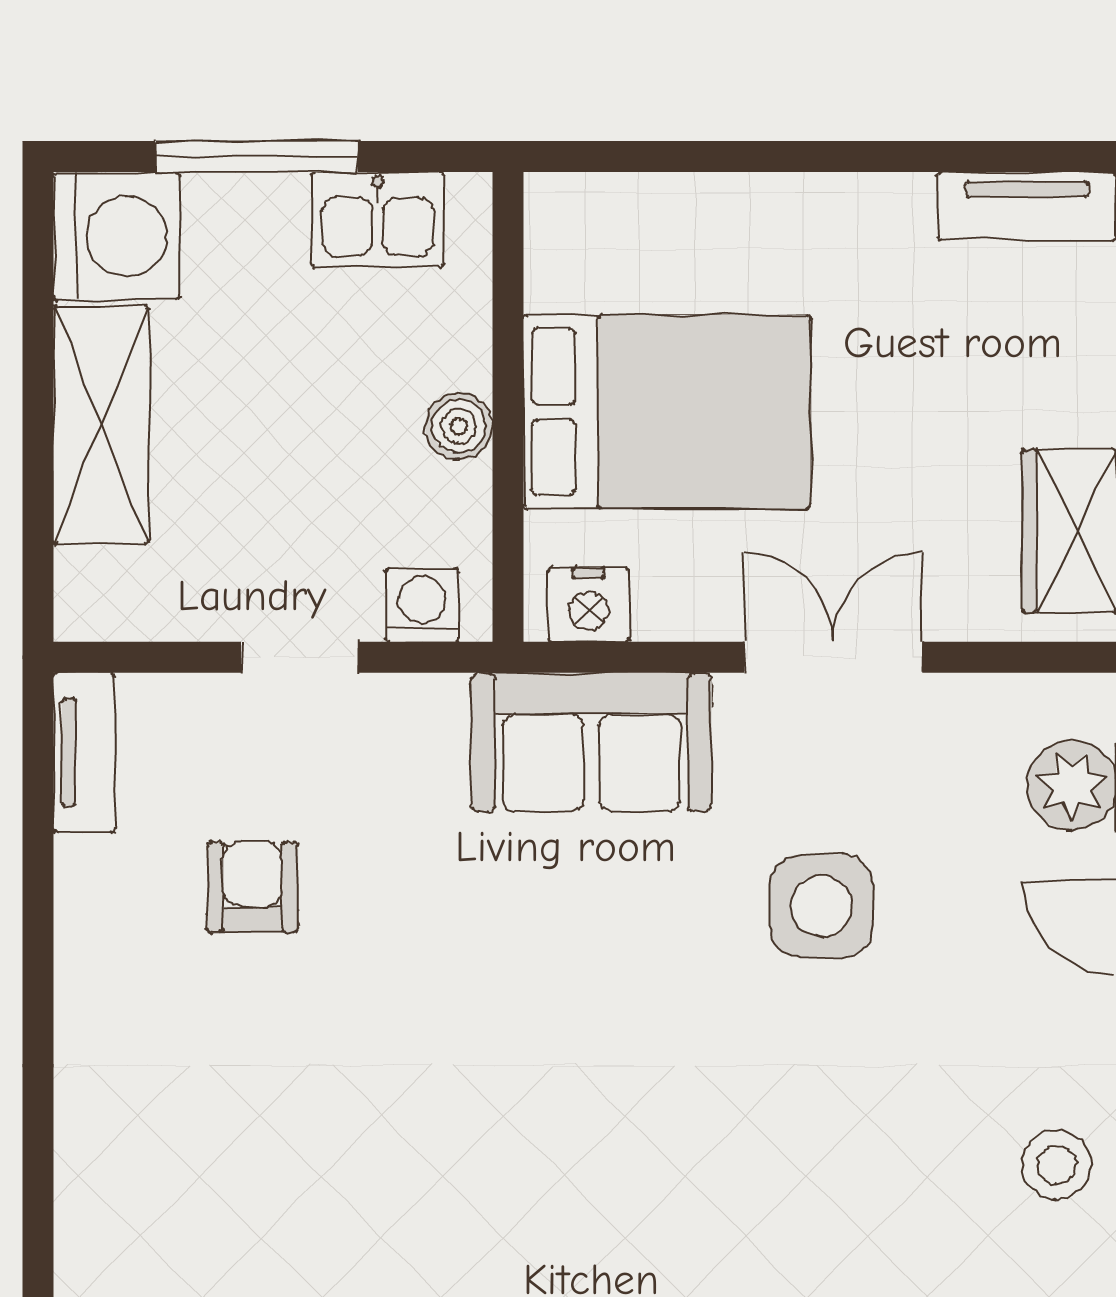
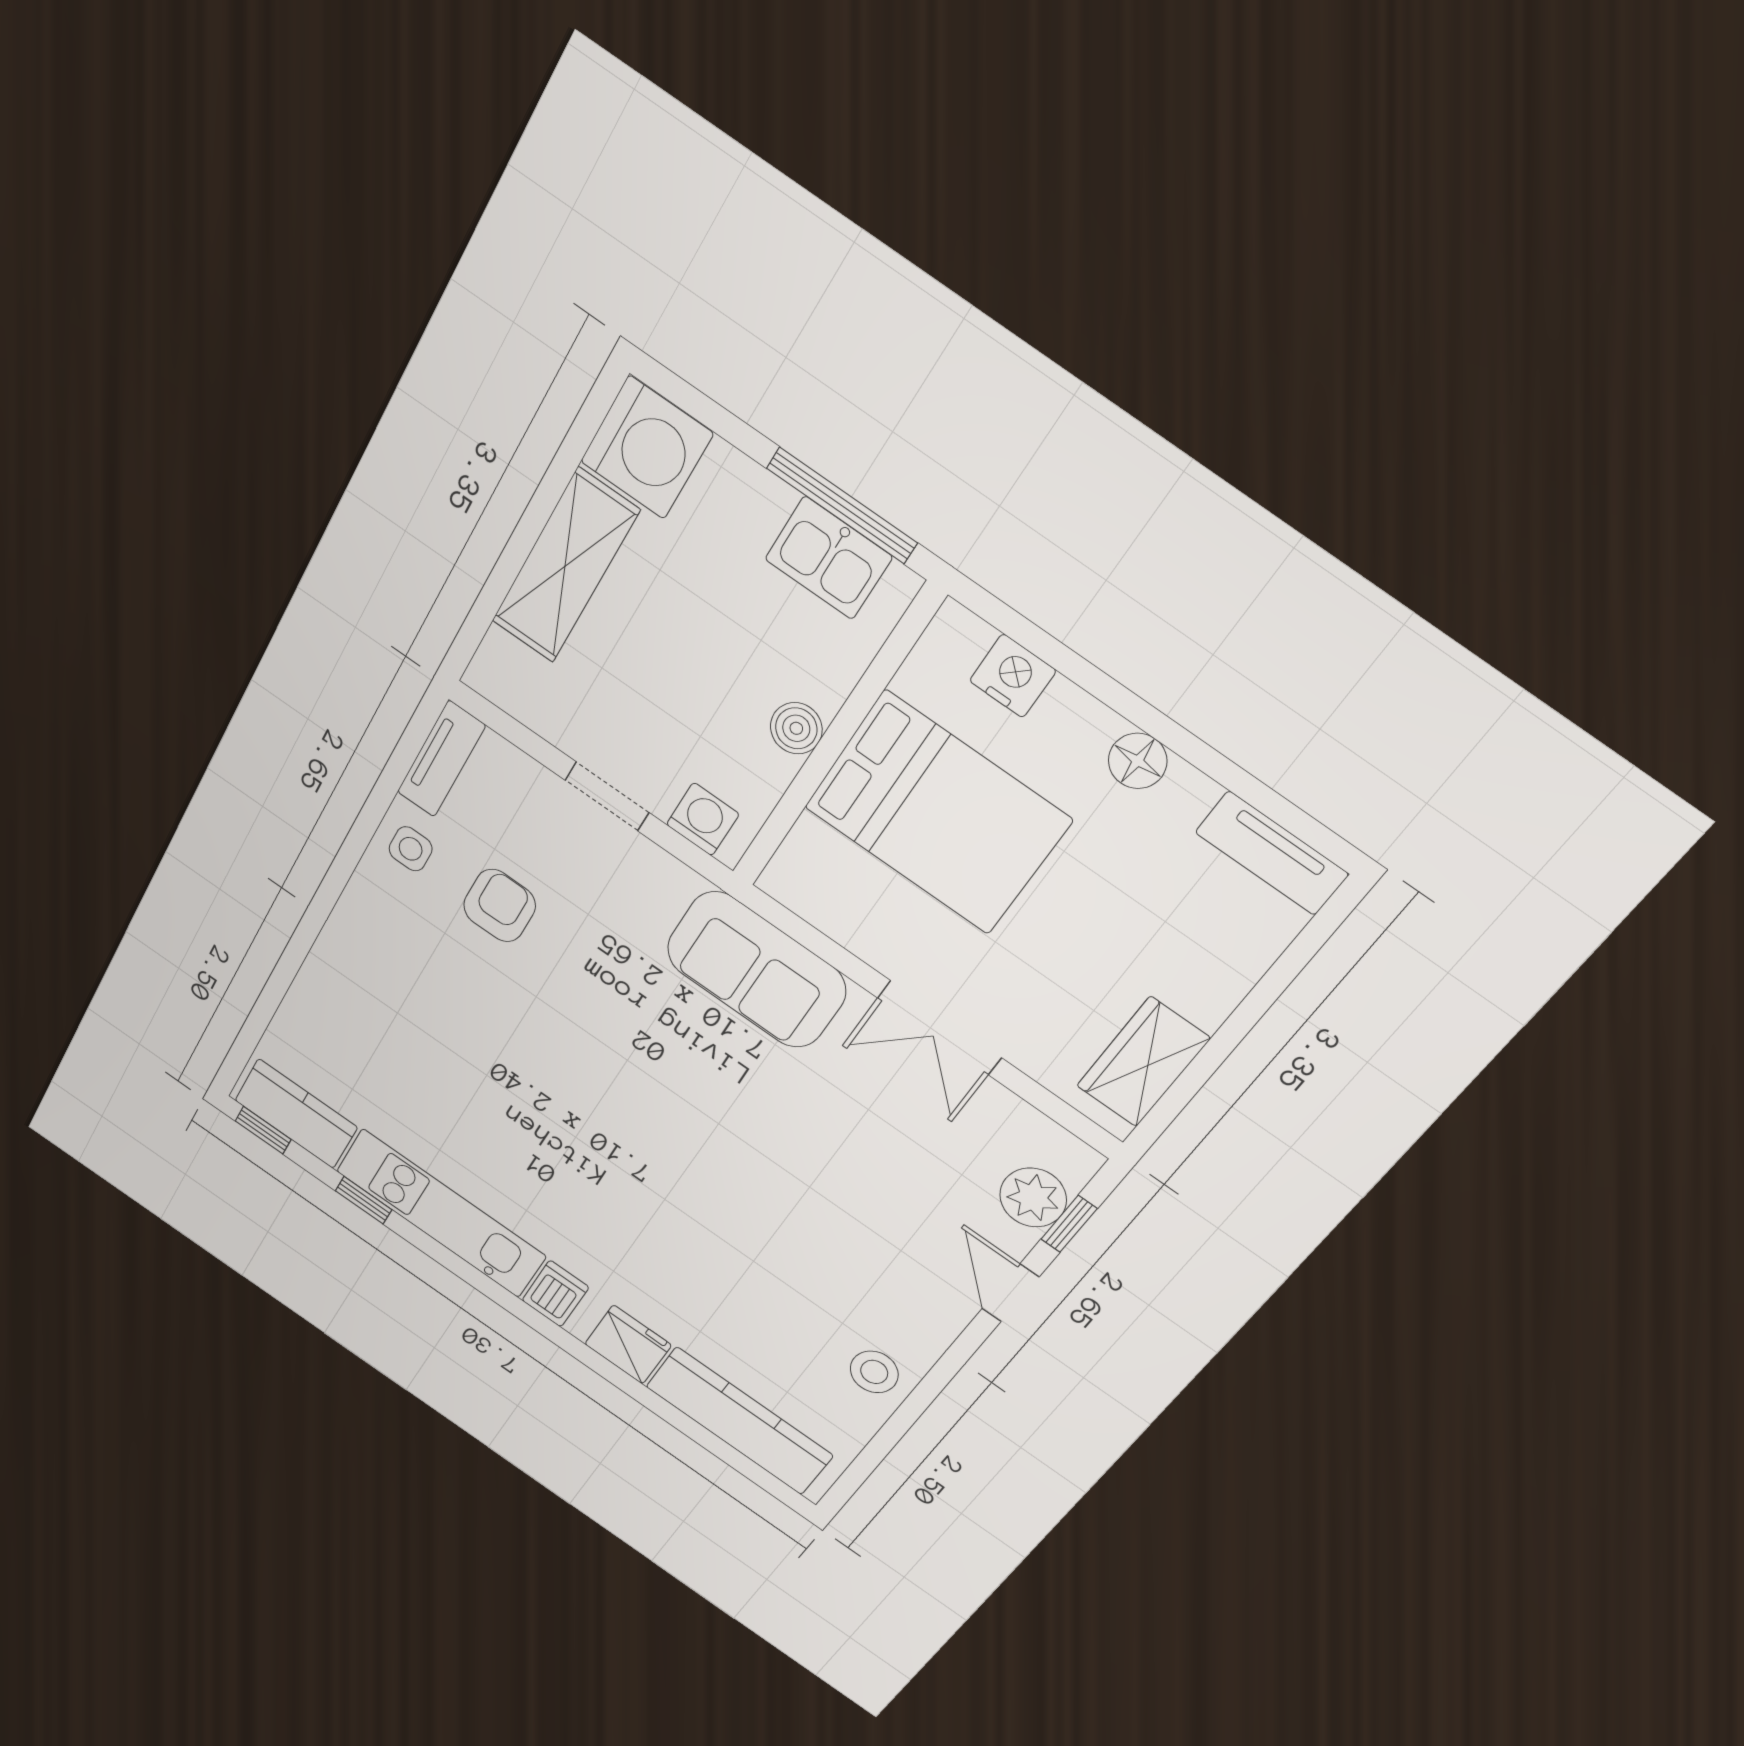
window: (257, 157) -> (842, 505), moved
floor lamp: (829, 207) -> (1138, 761), added
nightstand: (588, 605) -> (1013, 676), moved, turned 180
double door: (833, 657) -> (939, 1028), swing flipped
side table: (821, 906) -> (411, 849), moved, width x0.54, depth x0.54

